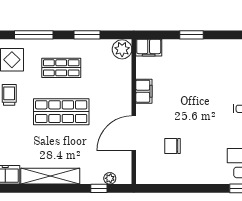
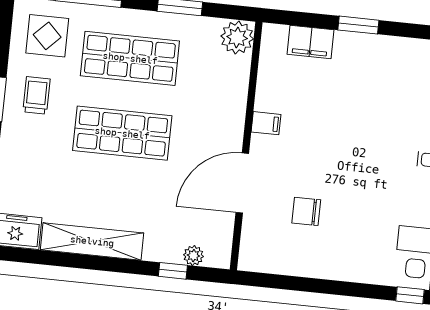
filing cabinet: (149, 48) -> (310, 42), moved
shop shelf: (61, 68) -> (130, 58), width x1.43, depth x1.36
filing cabinet: (144, 91) -> (266, 123), width x0.50

